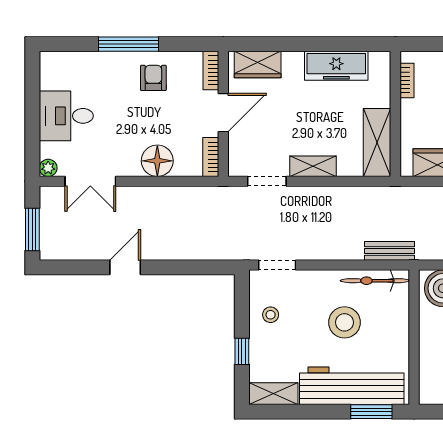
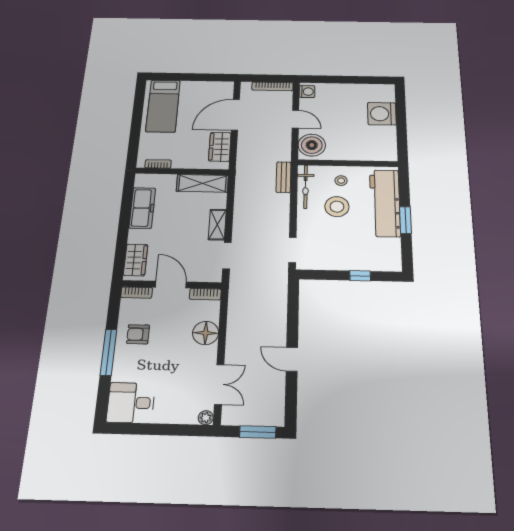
desk: (66, 116) -> (131, 403), moved, turned 90
stool: (271, 315) -> (341, 181), moved
shelving: (273, 394) -> (393, 255), removed
window: (371, 412) -> (405, 220), moved

